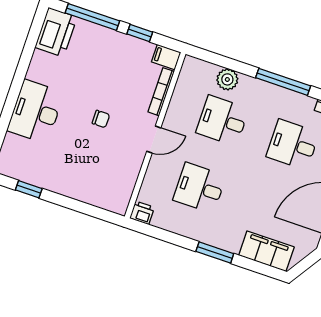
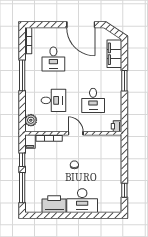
printer: (56, 32) -> (54, 204), moved
plant: (227, 79) -> (31, 120), moved
desk: (222, 121) -> (53, 100), turned -90

